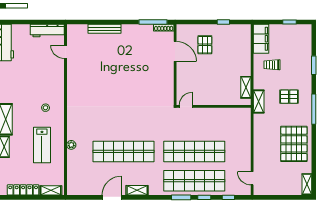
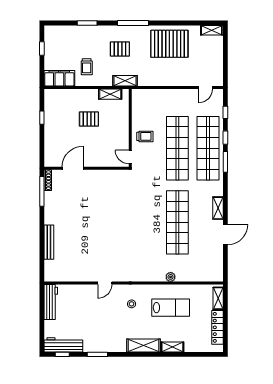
pallet: (205, 45) -> (89, 119), moved
door: (65, 52) -> (105, 283), moved
pallet: (289, 97) -> (120, 49), turned 90
trolley: (205, 120) -> (145, 136), added
door: (112, 197) -> (225, 235), swing flipped

